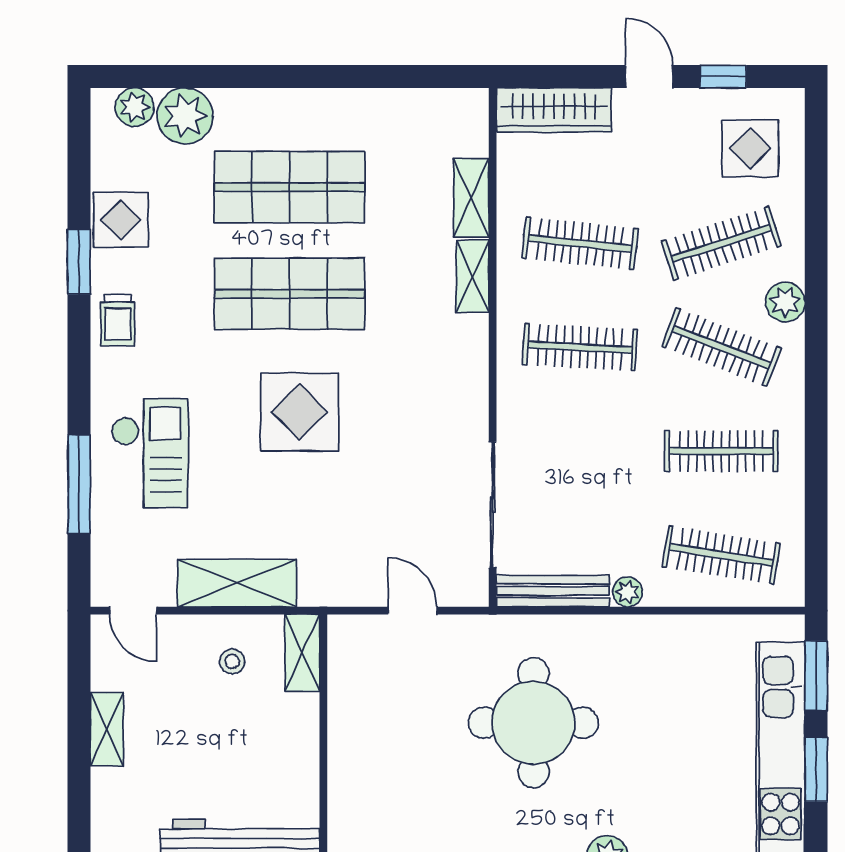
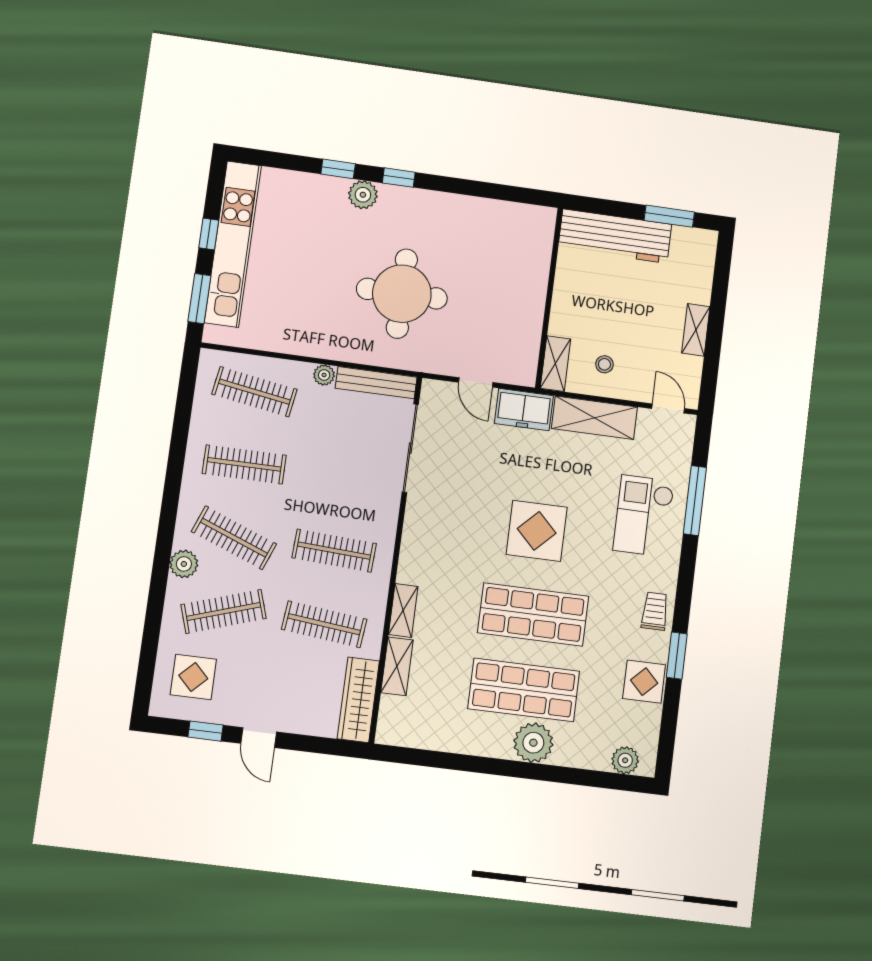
wardrobe: (554, 110) -> (358, 700), moved, turned -90
plant: (185, 116) -> (533, 743), moved
freezer: (339, 581) -> (524, 410), added
window: (816, 769) -> (209, 234), width x0.67

